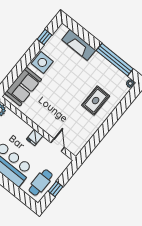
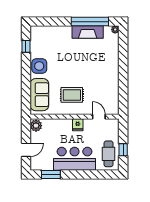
fireplace: (79, 45) -> (88, 32), moved
rug: (96, 101) -> (72, 95), moved, turned 90

